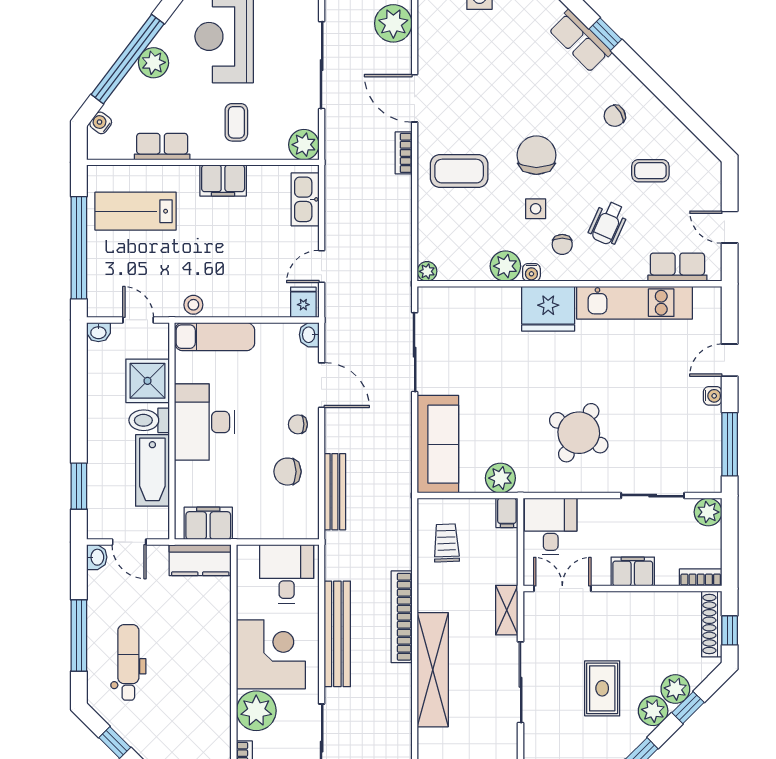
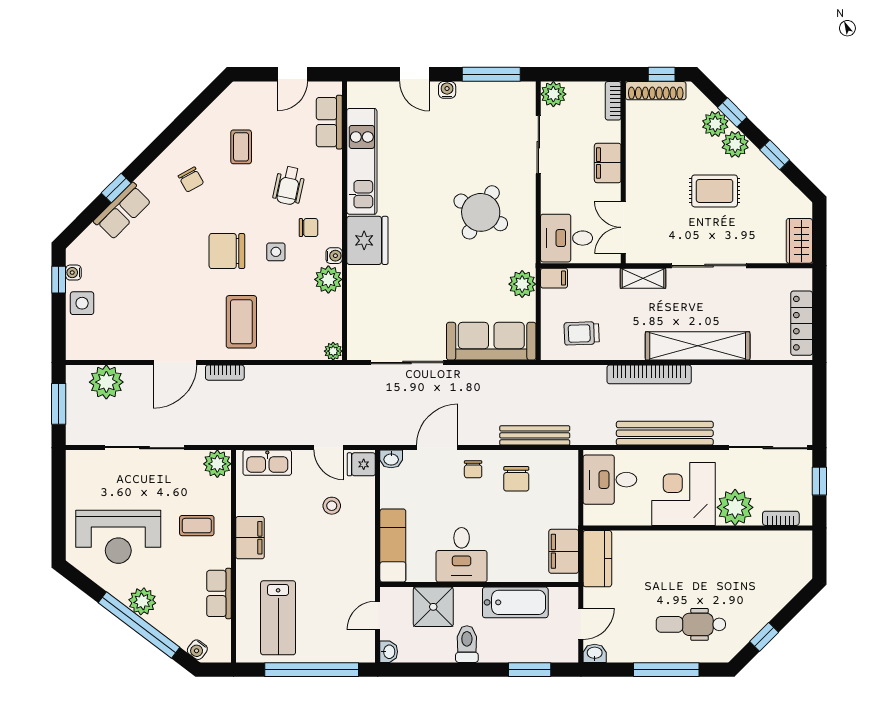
wheelchair: (608, 223) -> (289, 185), turned 78
stool: (193, 305) -> (332, 506), moved
toilet: (149, 420) -> (467, 644), moved, turned 180
desk: (204, 422) -> (462, 555), width x0.73

